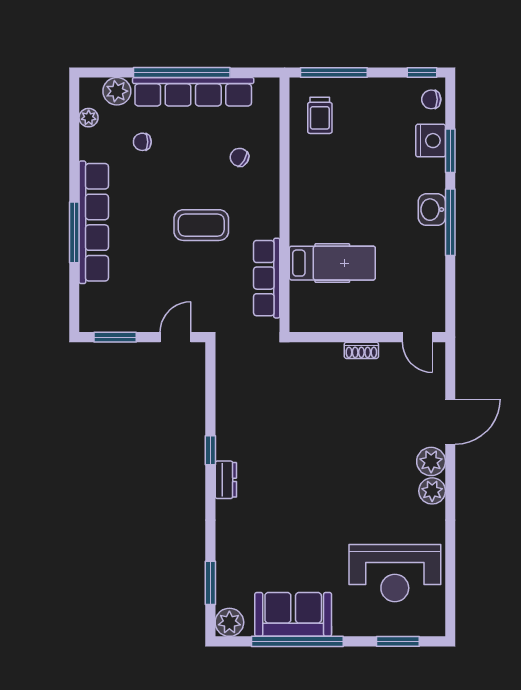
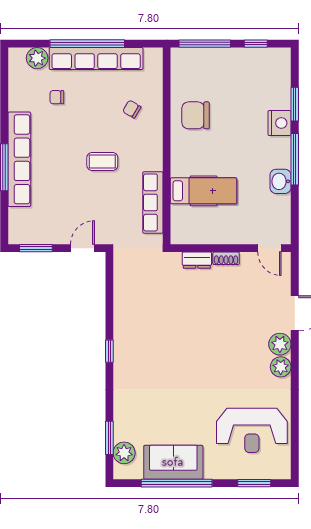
window: (422, 72) -> (256, 44), moved
chair: (431, 99) -> (196, 115), moved, width x1.87, depth x1.87
trolley: (320, 115) -> (194, 77), removed
plant: (89, 118) -> (15, 79), removed
nightstand: (431, 141) -> (280, 123), moved
washbasin: (432, 210) -> (280, 181), moved
coffee table: (201, 225) -> (102, 162), width x0.73, depth x0.77
window: (210, 450) -> (109, 351), moved
dresser: (226, 480) -> (197, 260), moved, turned 90
plant: (229, 622) -> (124, 453), moved

